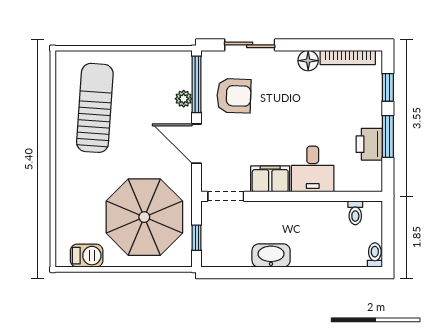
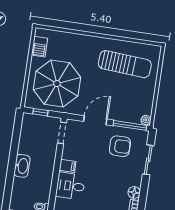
armchair: (234, 96) -> (120, 146), turned -92
plant: (184, 99) -> (146, 120), moved
filing cabinet: (270, 179) -> (68, 166), width x0.50
washbasin: (271, 255) -> (22, 166), moved

